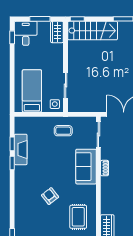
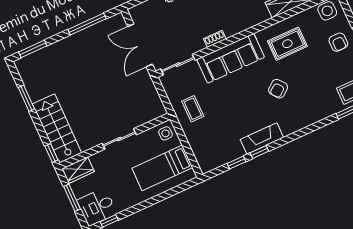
sliding door: (66, 85) -> (119, 139), moved
fireplace: (21, 149) -> (262, 138), moved
sofa: (86, 167) -> (231, 58), width x1.36

